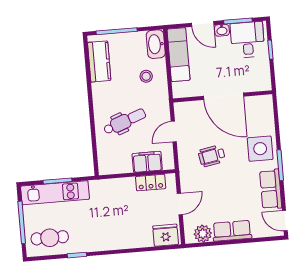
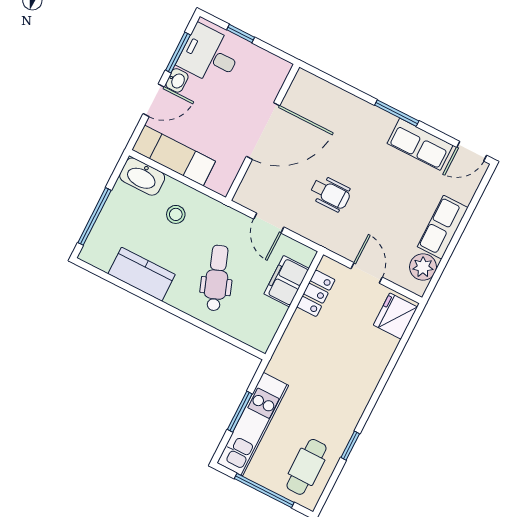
kitchen counter: (99, 61) -> (142, 274), moved
side table: (260, 149) -> (360, 126), removed
wheelchair: (212, 156) -> (330, 194), turned -80

